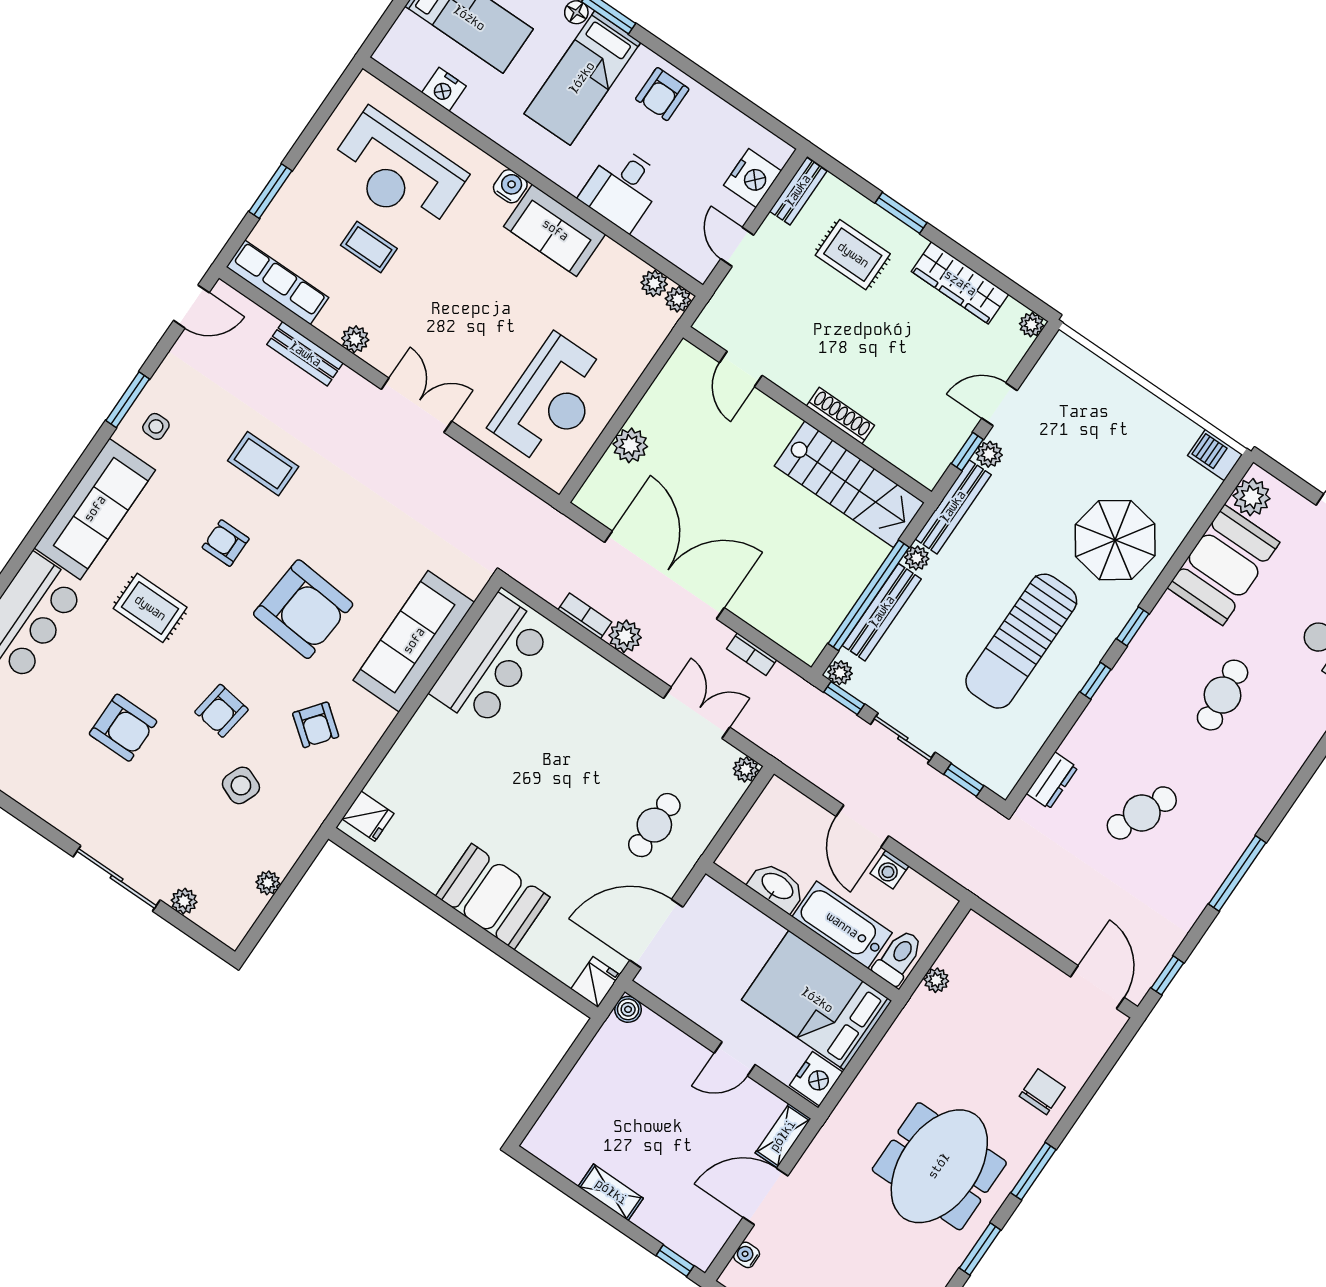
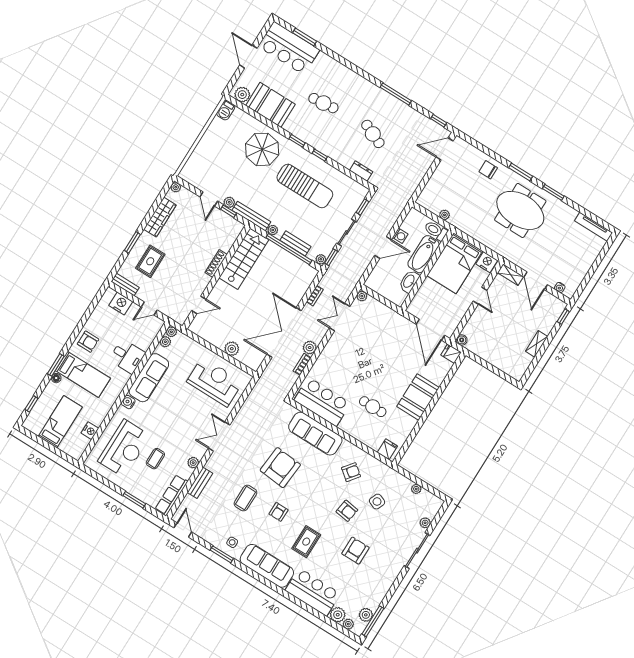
sofa: (555, 230) -> (149, 378), width x1.36
armchair: (303, 609) -> (280, 468), moved
bench: (882, 612) -> (295, 243), width x0.73
cafe table: (654, 825) -> (373, 407), moved

